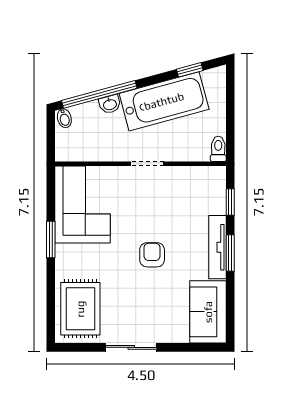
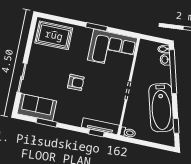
washbasin: (110, 104) -> (165, 60), moved
tv unit: (217, 247) -> (100, 126), moved
window: (230, 253) -> (47, 123), moved
sliding door: (131, 347) -> (22, 78), moved

